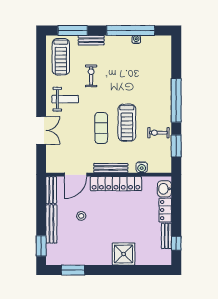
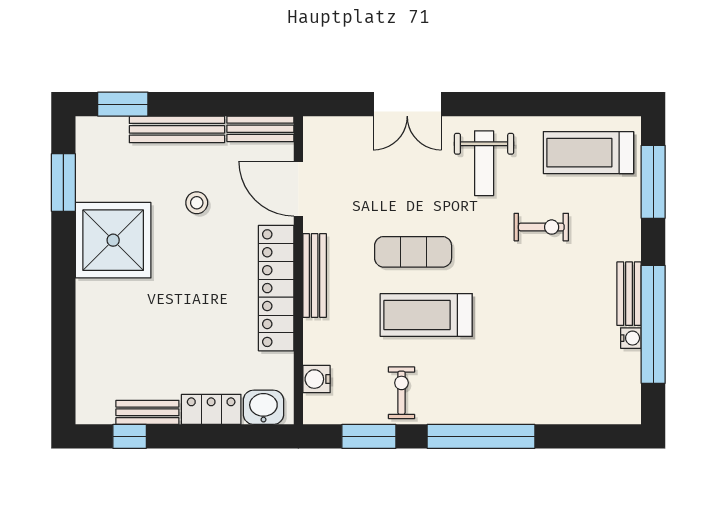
bench: (91, 40) -> (629, 294), moved
water cooler: (142, 167) -> (317, 379), moved
shower: (124, 254) -> (113, 240), moved, width x1.37, depth x1.37

